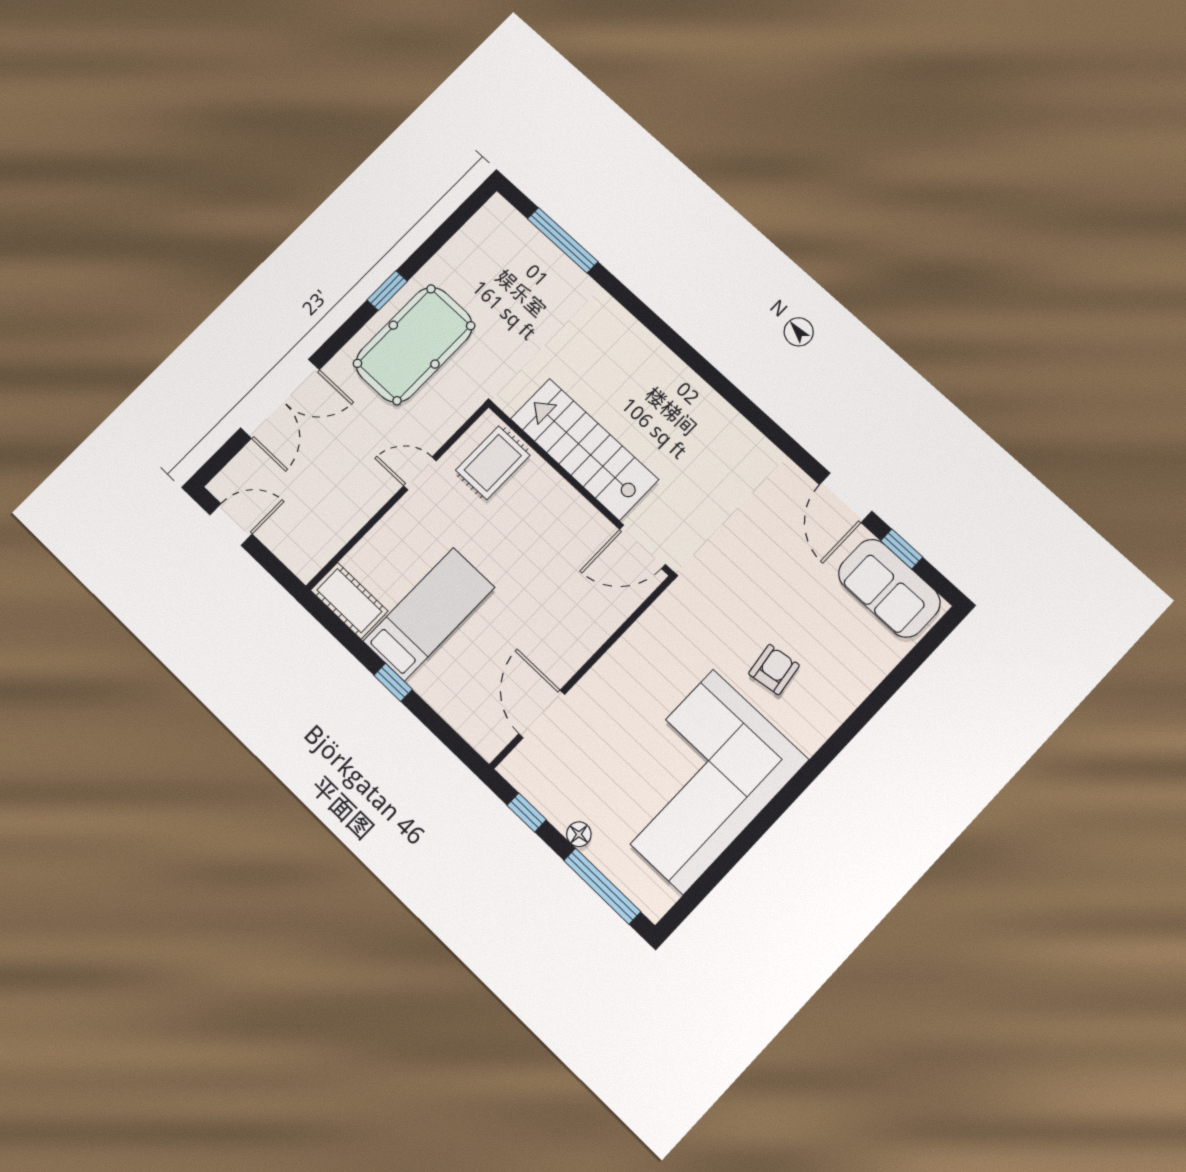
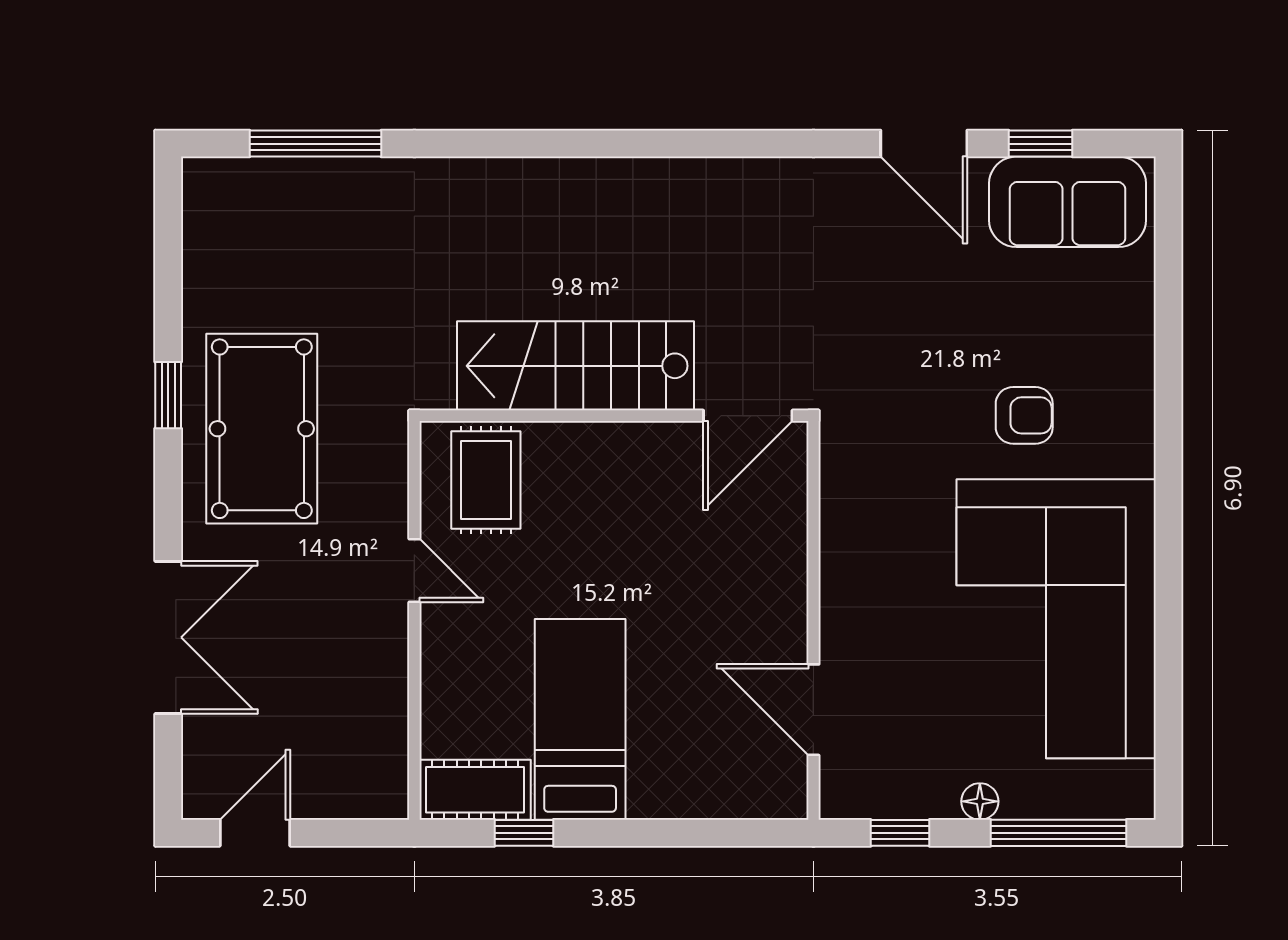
door: (420, 473) -> (414, 571), swing flipped
armchair: (774, 670) -> (1024, 415), turned 98
window: (393, 682) -> (524, 833), moved

